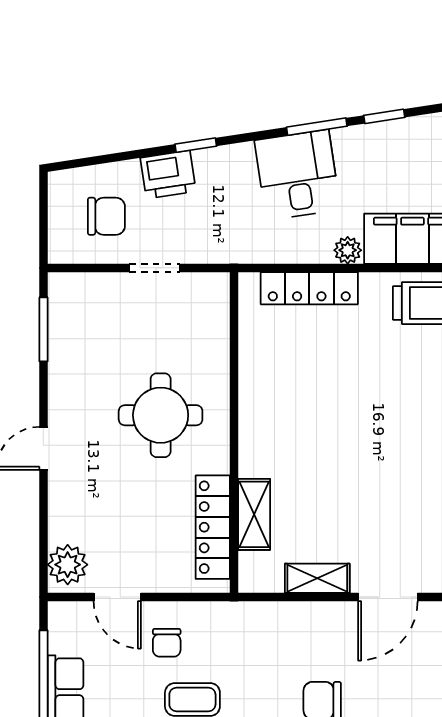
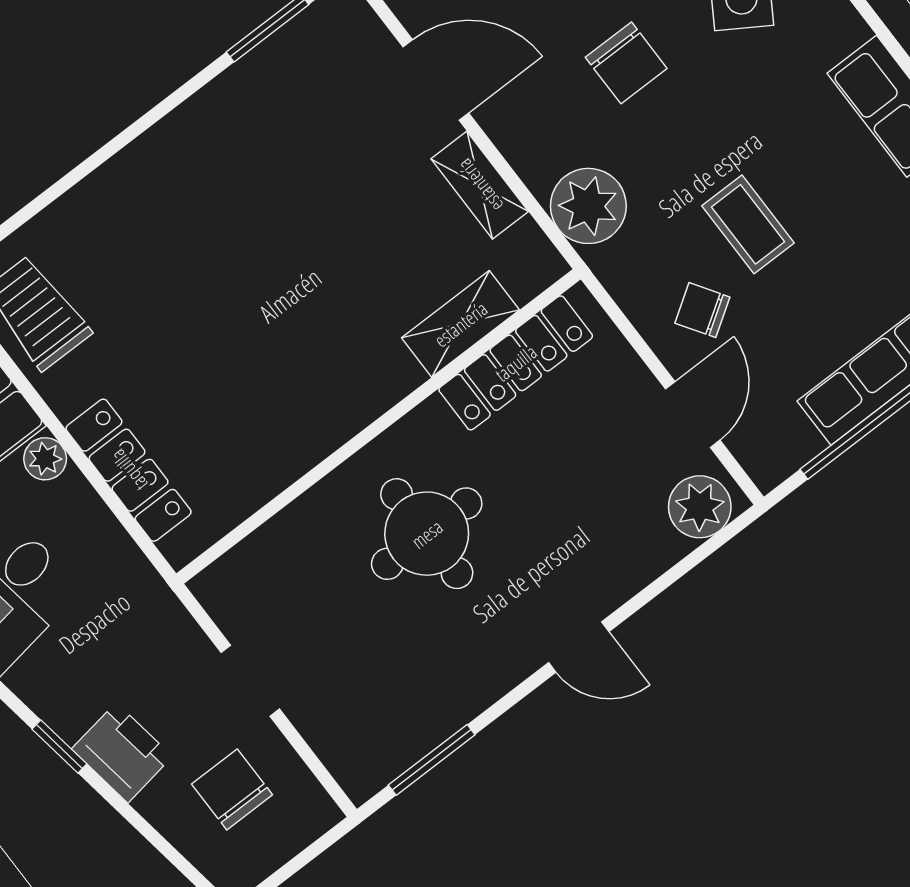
plant: (264, 625) -> (588, 206), added
chair: (167, 643) -> (702, 310), turned -123

